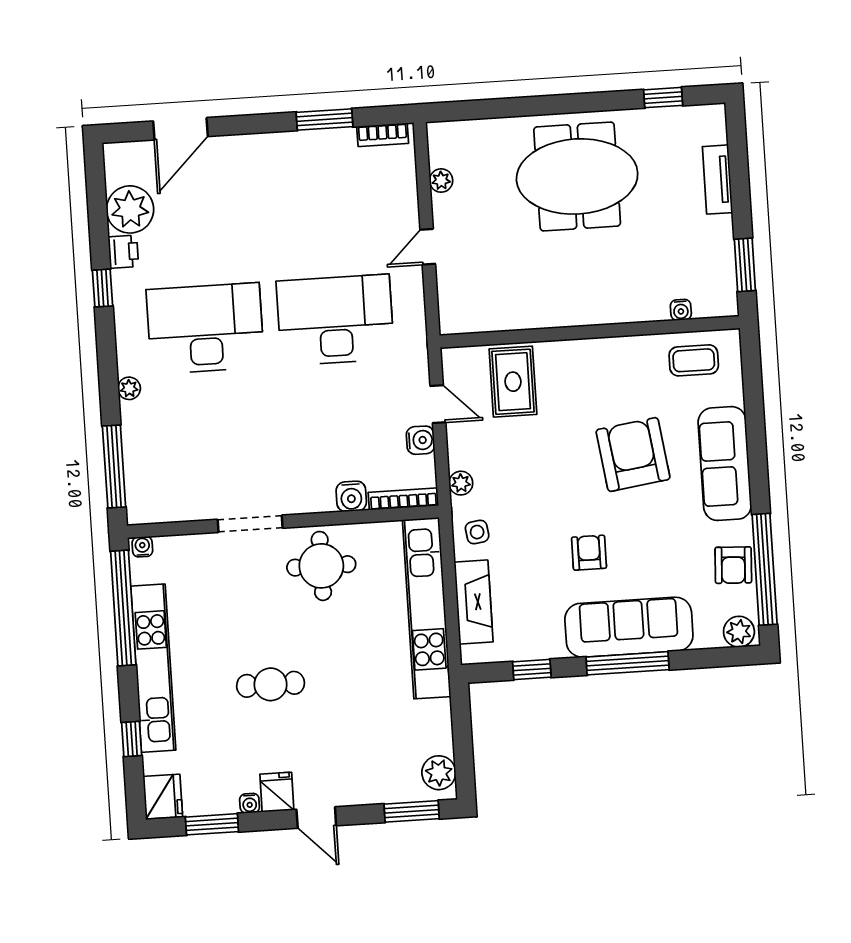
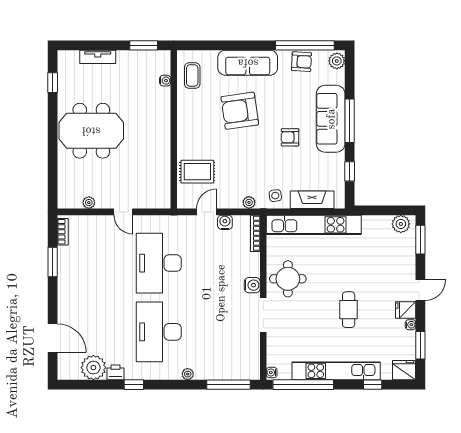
meeting table: (577, 176) -> (91, 131), turned 90
water cooler: (351, 496) -> (252, 285), moved

